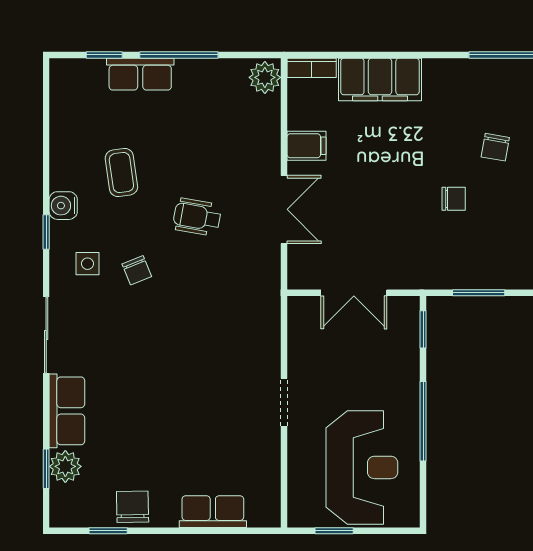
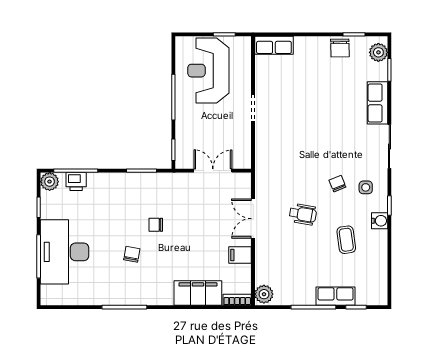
plant: (65, 466) -> (378, 52), moved
row of seats: (213, 512) -> (274, 45), moved

